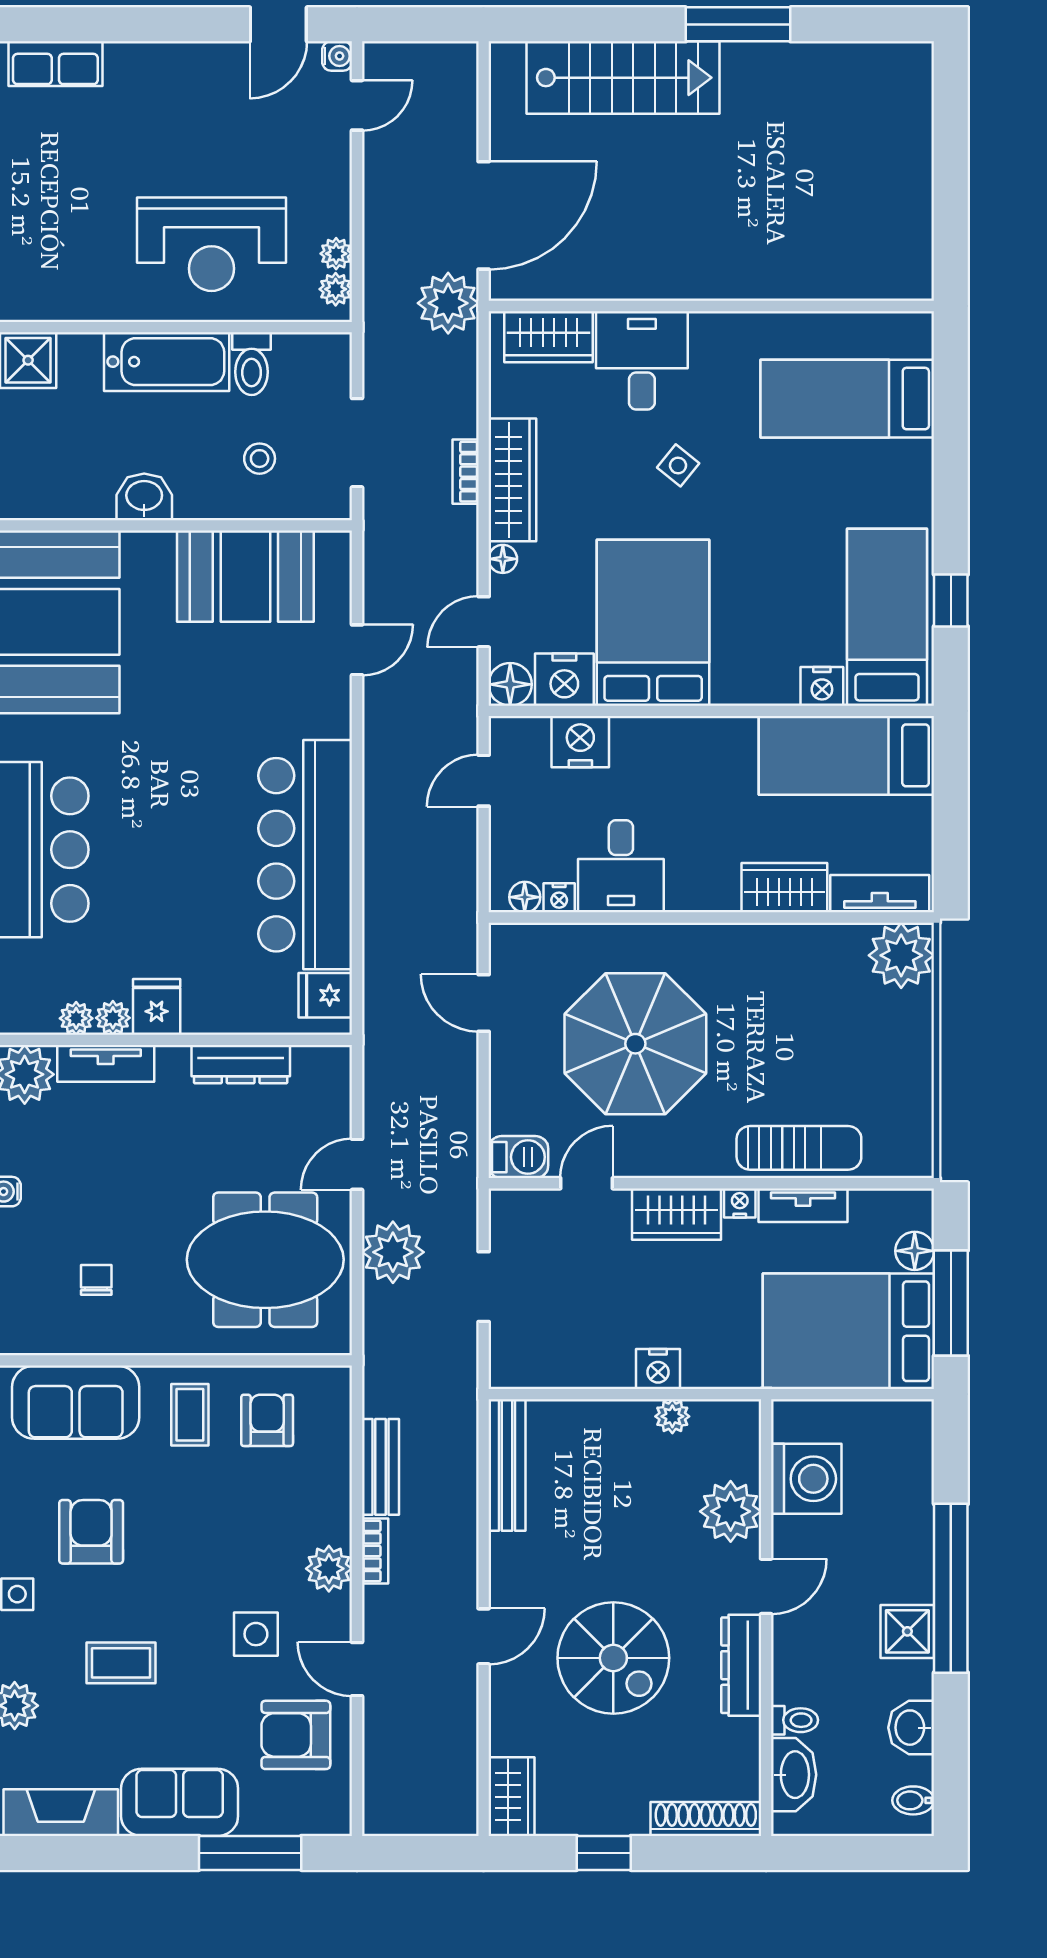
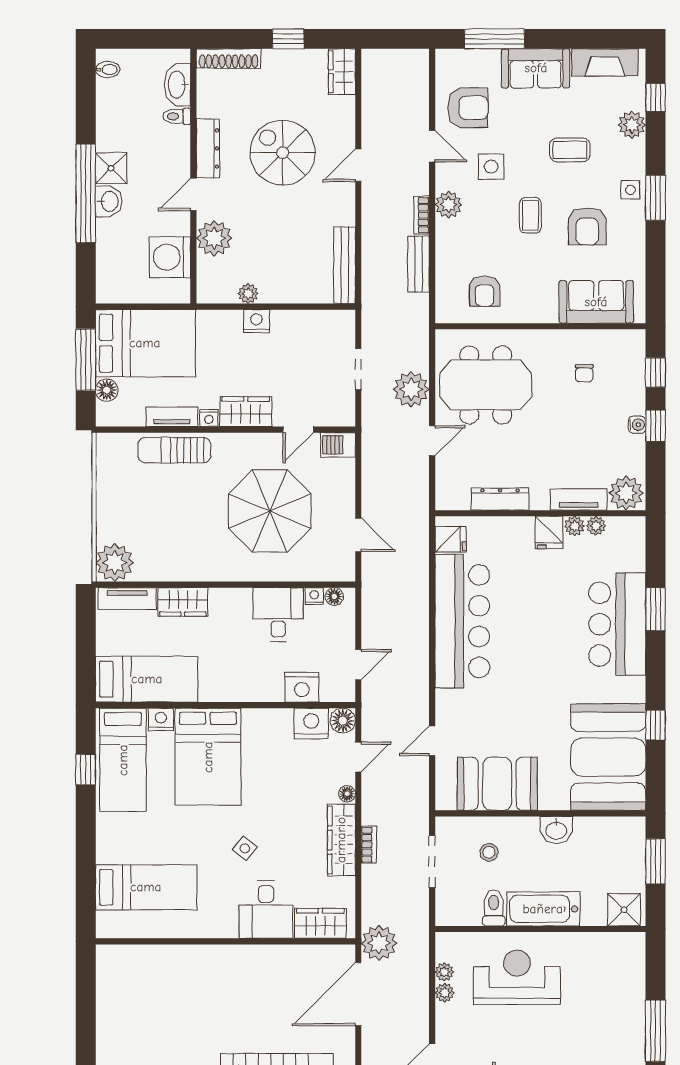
plant: (336, 289) -> (445, 993), moved
bed: (653, 623) -> (208, 757), moved
coffee table: (190, 1415) -> (530, 215), moved
washbasin: (911, 1728) -> (109, 201), moved

